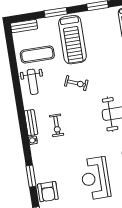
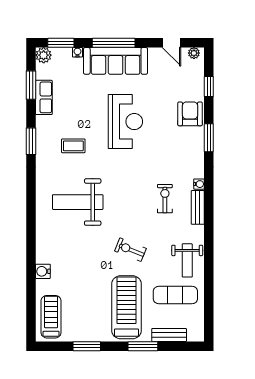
bench: (24, 26) -> (169, 335), moved
weight bench: (33, 82) -> (187, 260), turned 180

